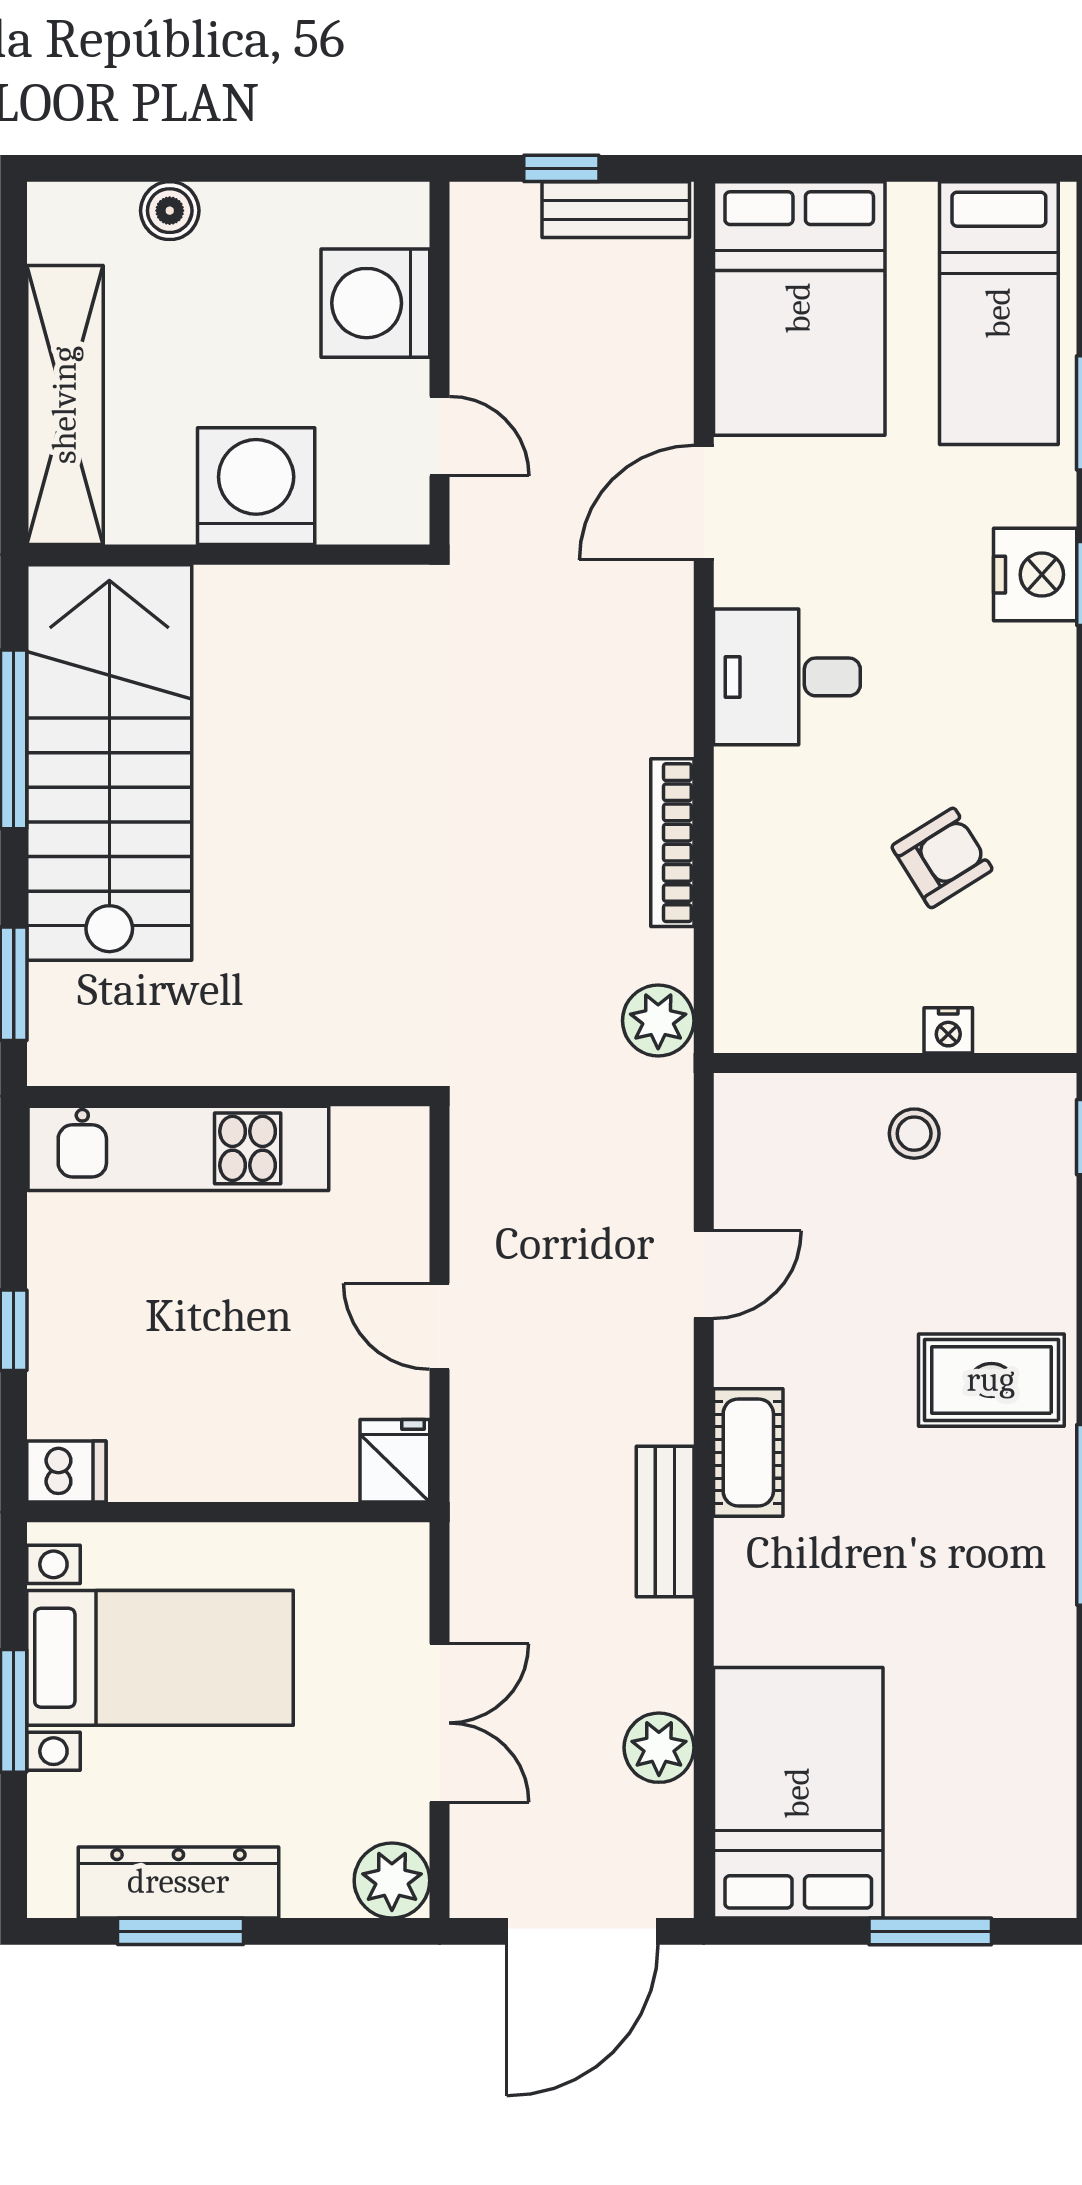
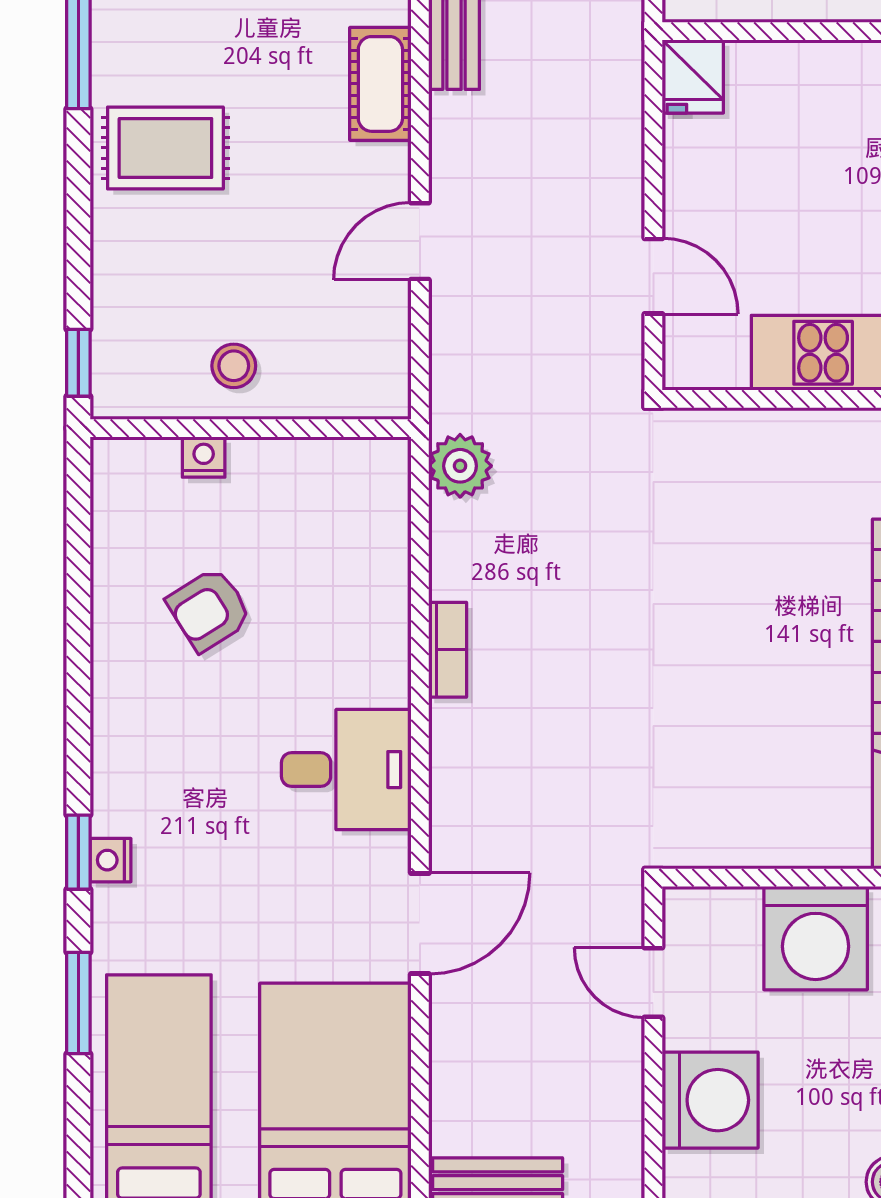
nightstand: (1035, 575) -> (110, 860), width x0.53, depth x0.56
bookcase: (672, 843) -> (448, 650), width x0.64
door: (440, 1326) -> (653, 276), moved

